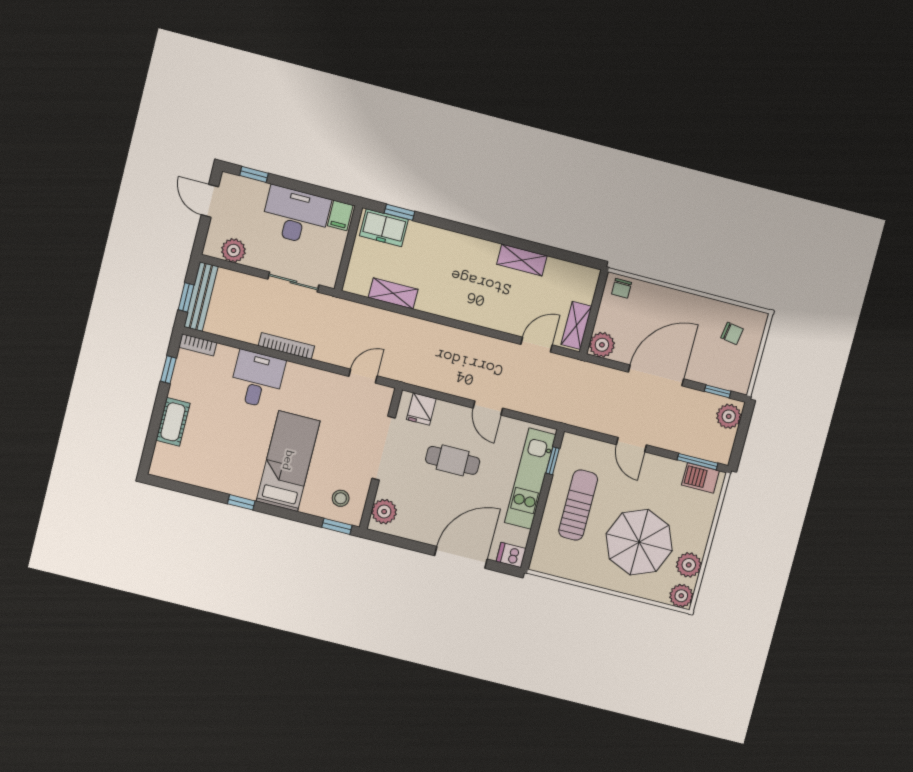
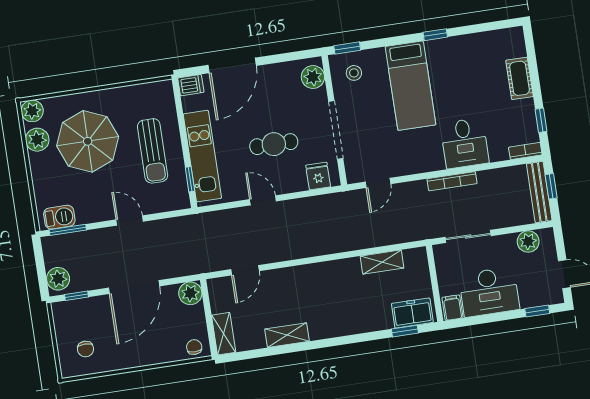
shelving: (576, 325) -> (224, 334), moved
chair: (732, 333) -> (86, 349), turned -99

